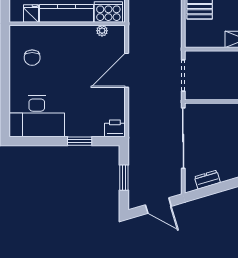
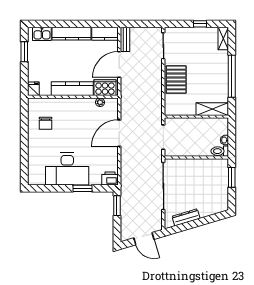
fridge: (31, 13) -> (33, 89), moved
desk: (37, 116) -> (67, 169), moved
window: (124, 178) -> (117, 206), moved
dresser: (207, 180) -> (186, 217), width x1.44

